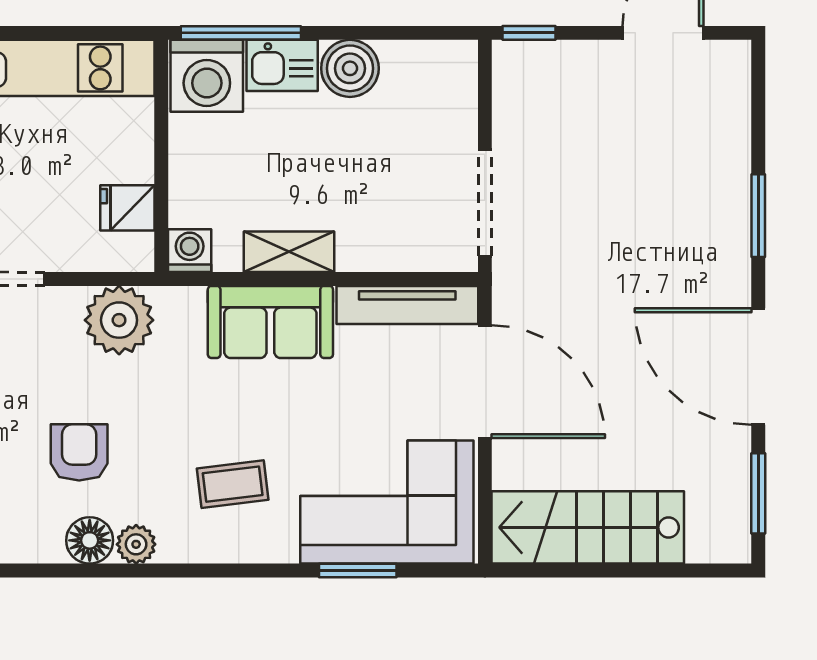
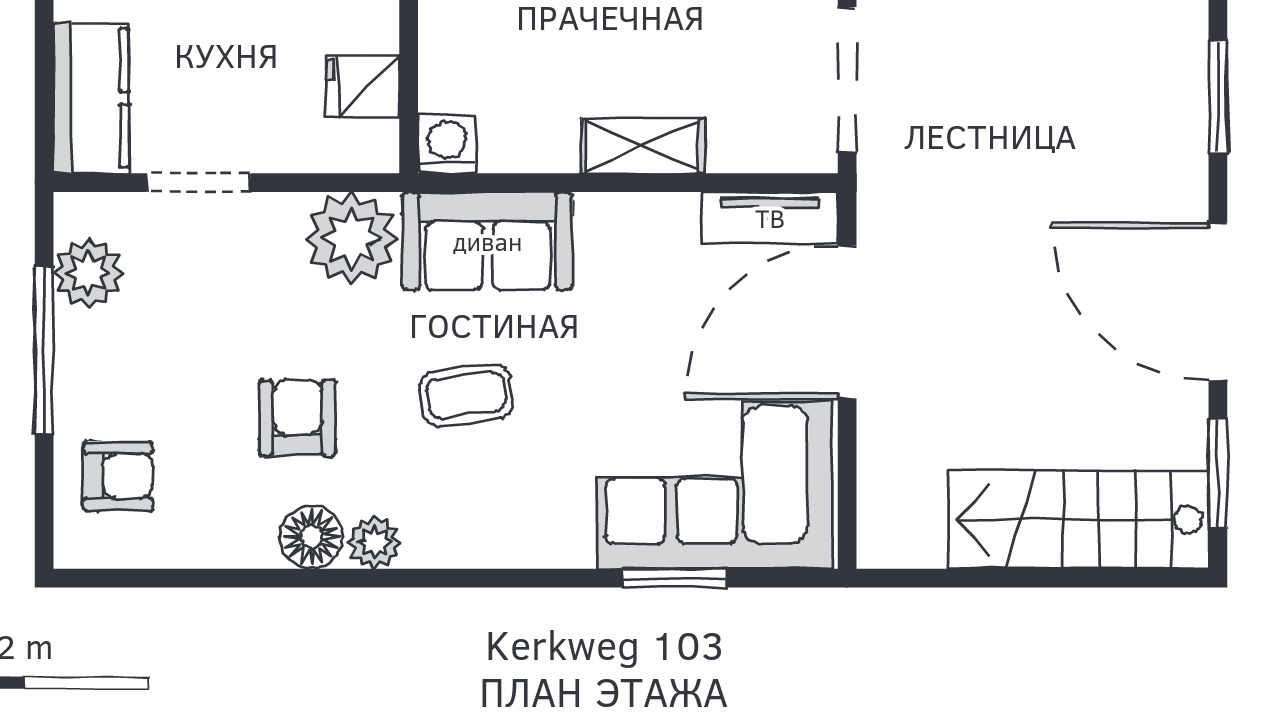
shelving: (289, 252) -> (643, 146), moved
tv unit: (407, 305) -> (770, 218), width x0.71
sofa: (270, 322) -> (488, 241), moved
door: (485, 382) -> (847, 322), swing flipped
coffee table: (233, 484) -> (466, 395), moved
stairs: (588, 527) -> (1078, 520), moved

